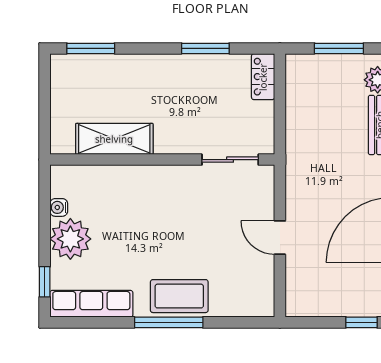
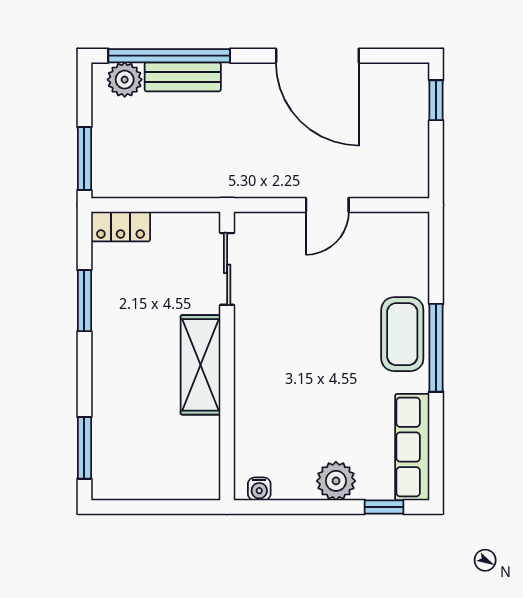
window: (339, 48) -> (84, 159), moved
shelving: (114, 139) -> (201, 365), moved
water cooler: (59, 207) -> (259, 489), moved
plant: (70, 239) -> (336, 481), width x0.73, depth x0.73

